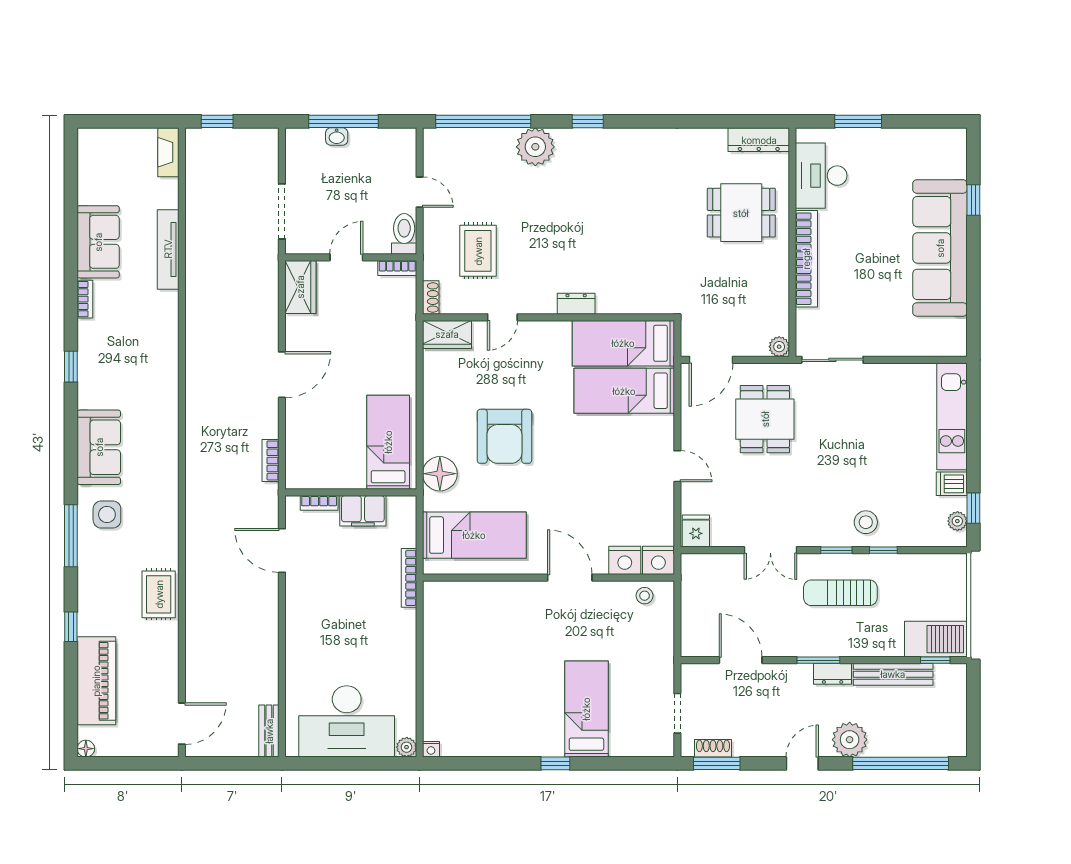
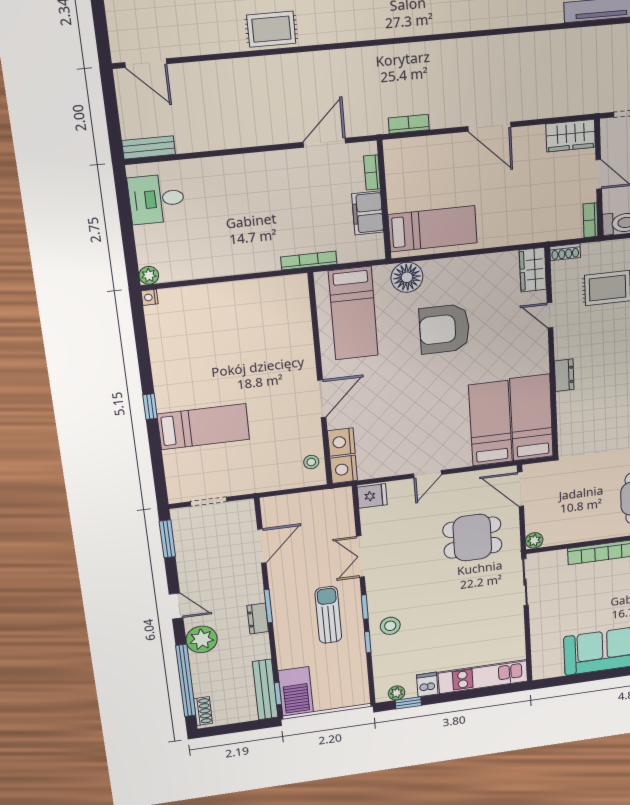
bench: (893, 674) -> (265, 690), moved
desk: (347, 721) -> (156, 199), width x0.53, depth x0.77
shoe rack: (713, 748) -> (203, 711), moved

